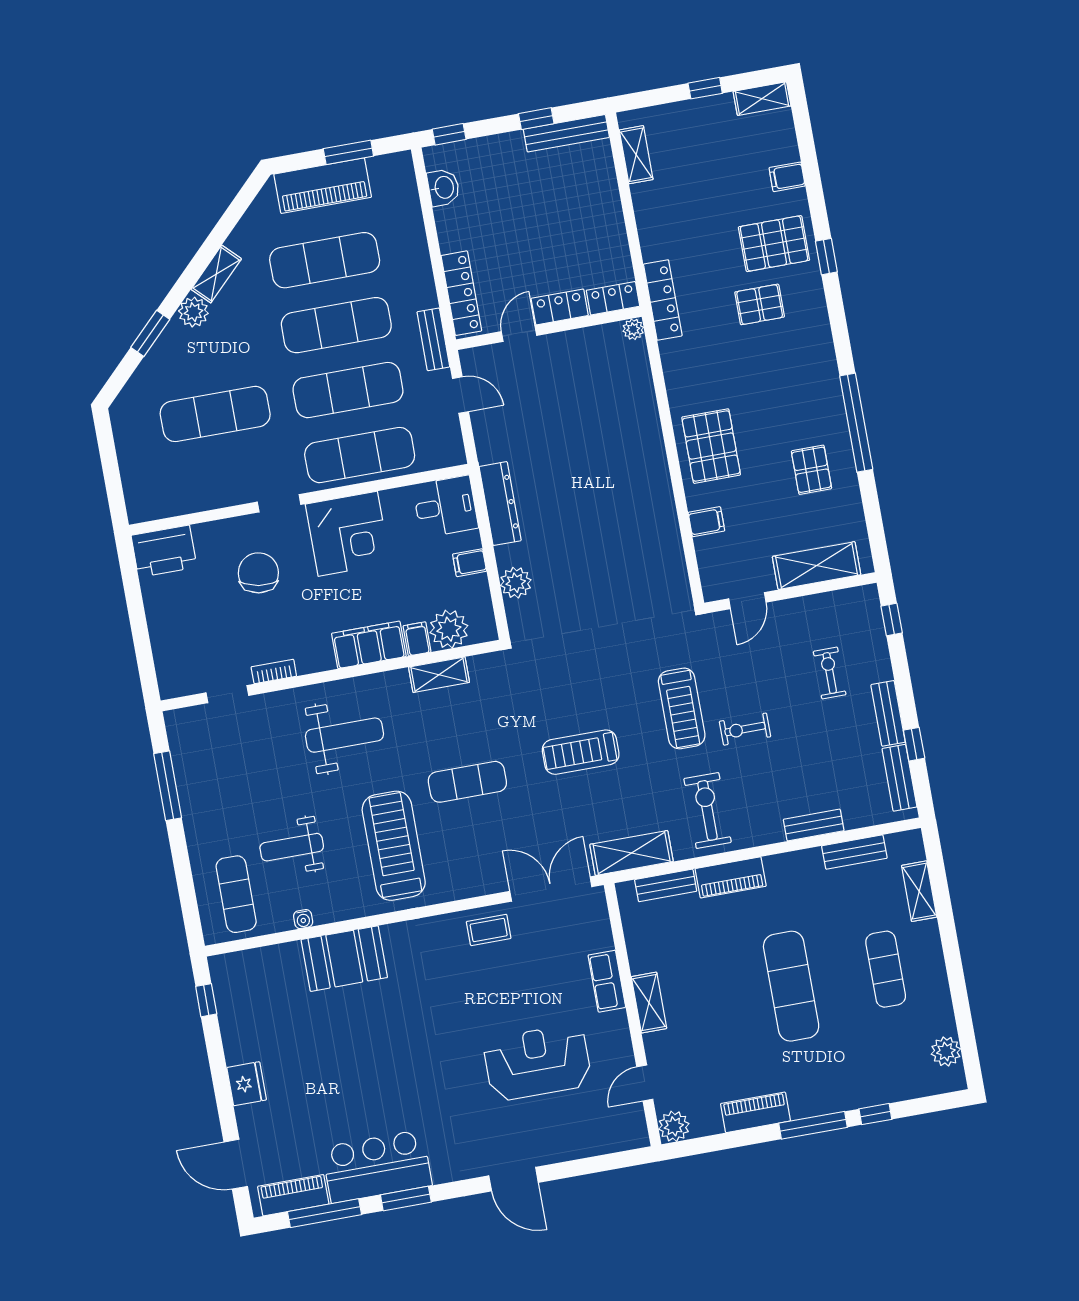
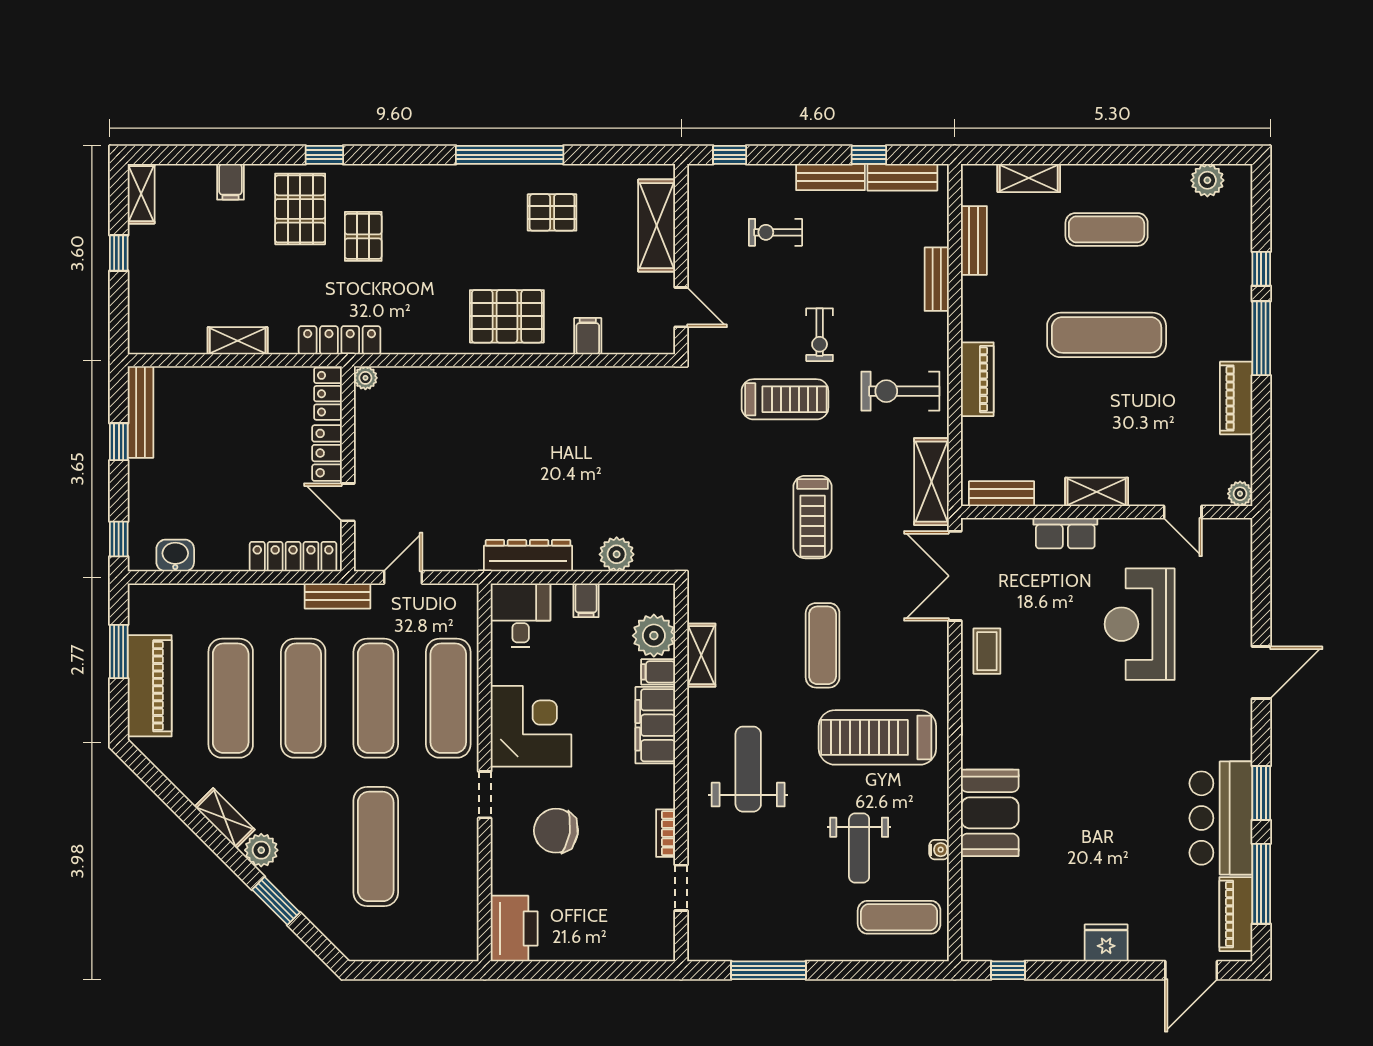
shelving: (636, 155) -> (238, 341), moved
bench: (666, 885) -> (1002, 494), moved, turned 90
plant: (674, 1126) -> (1240, 494), width x0.73, depth x0.73

